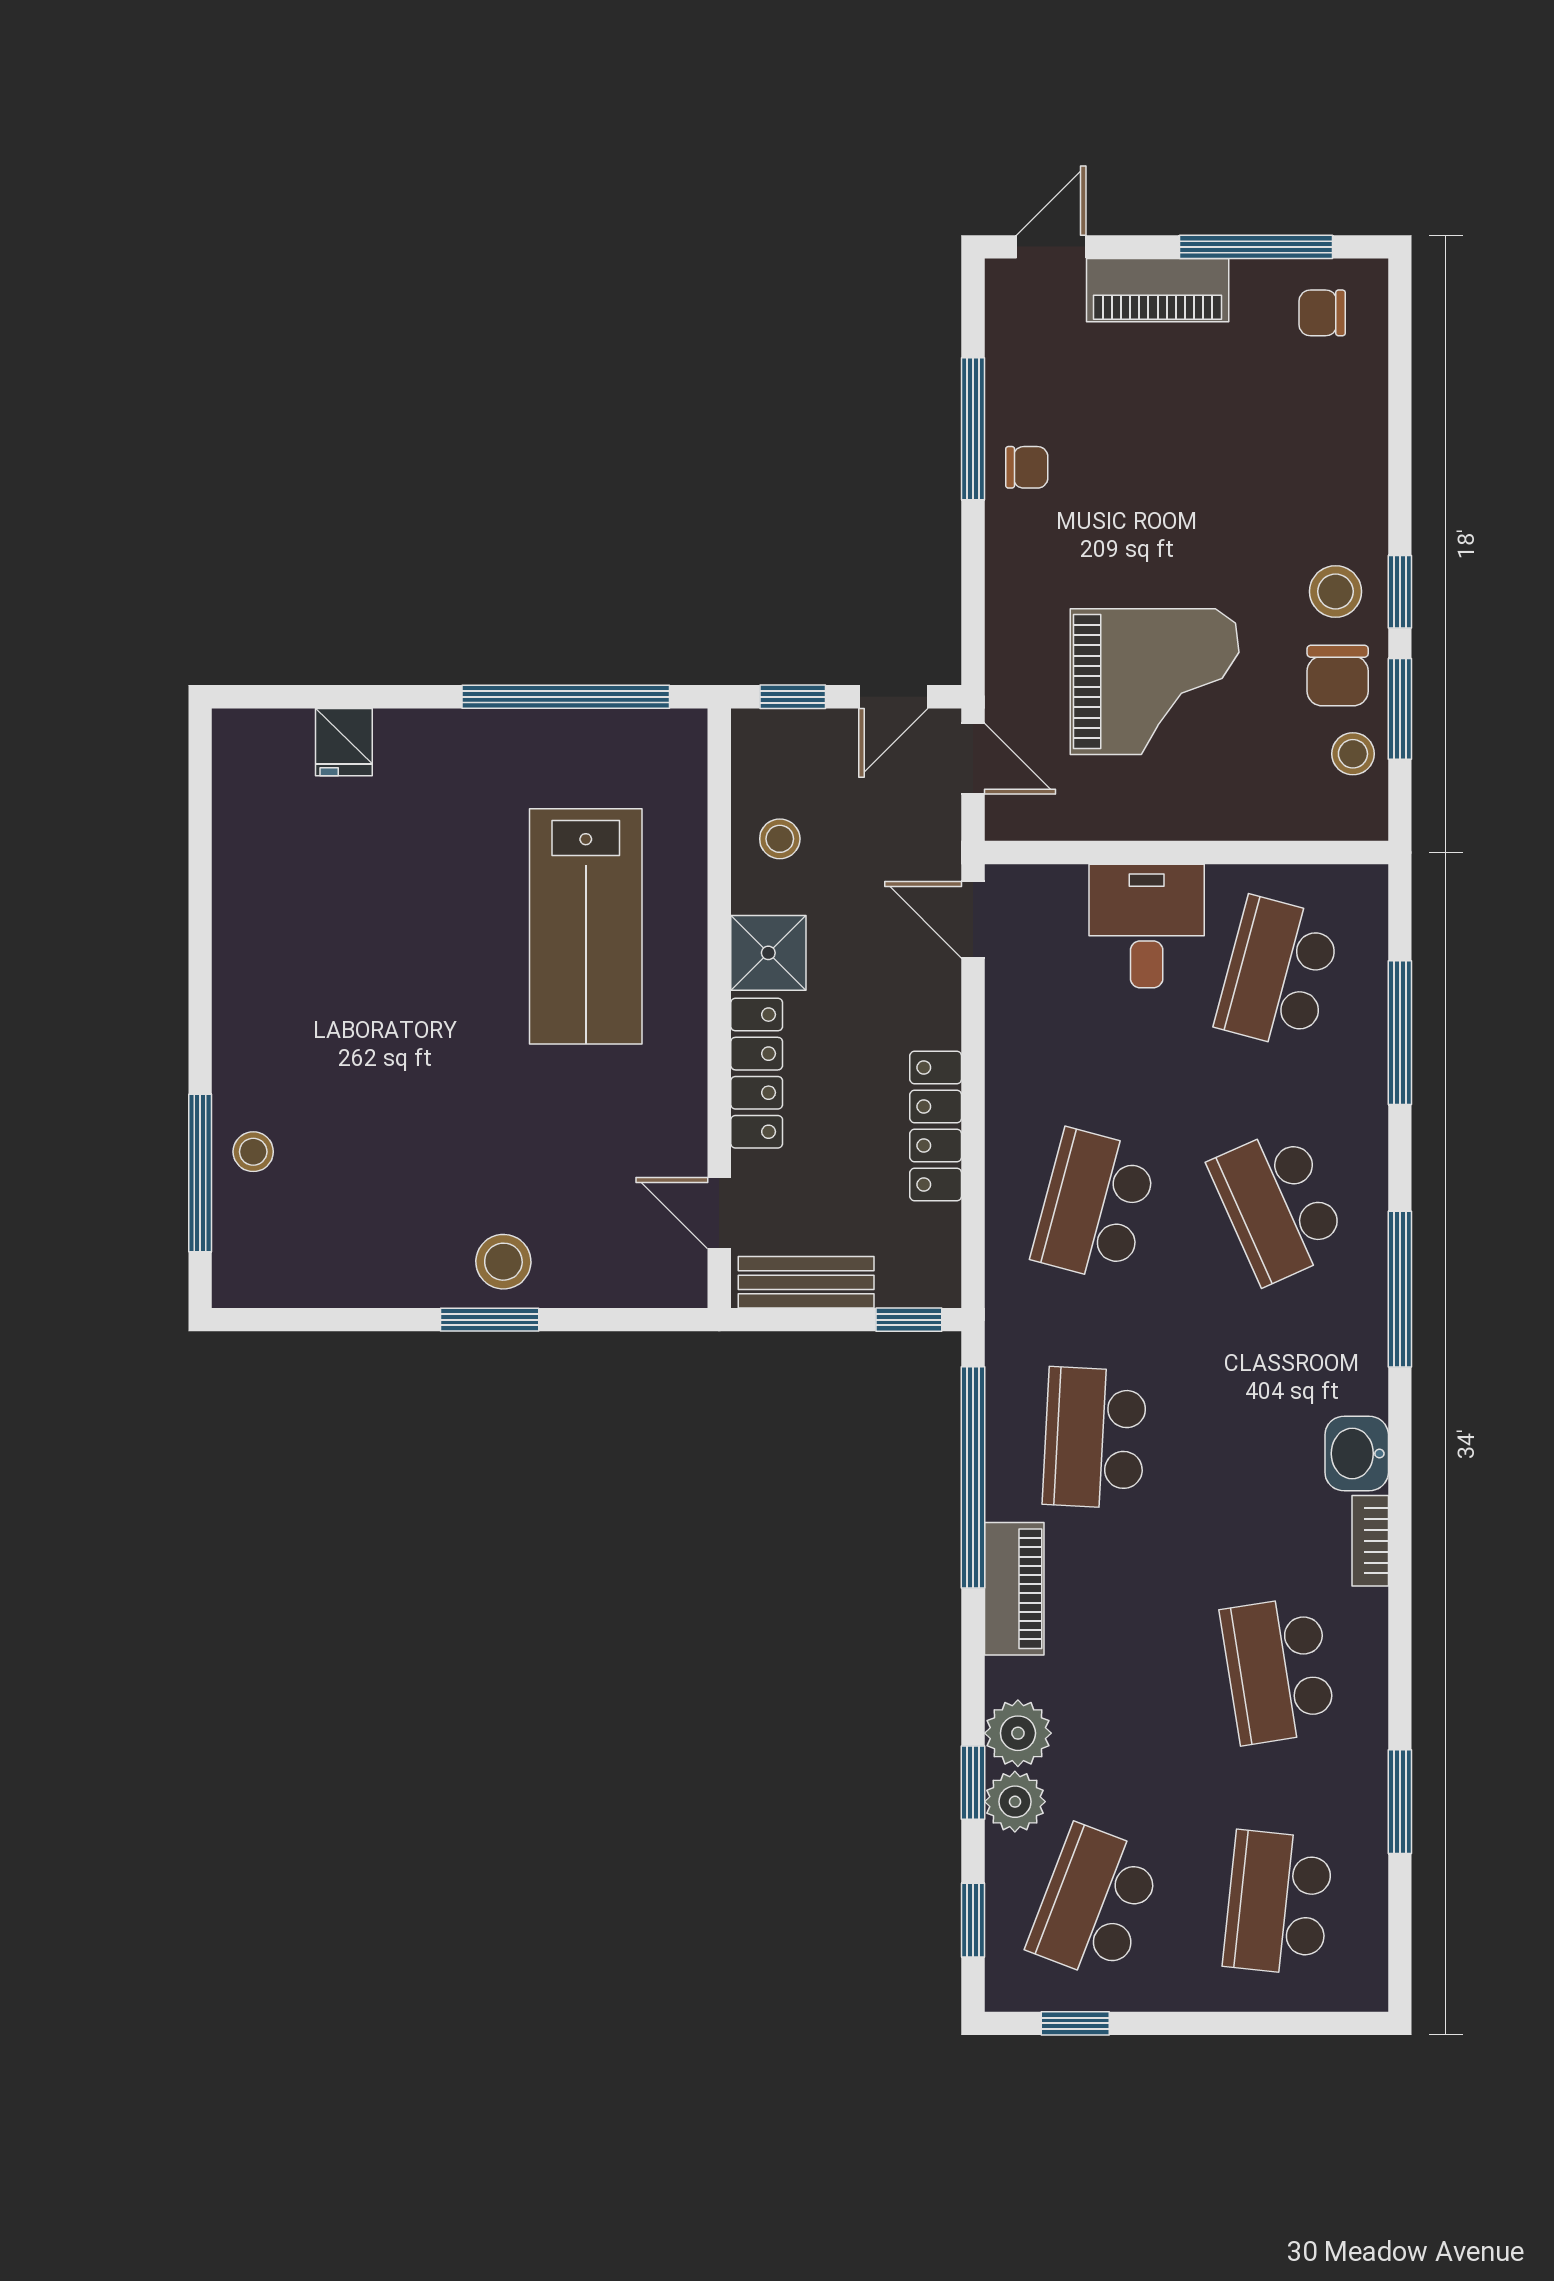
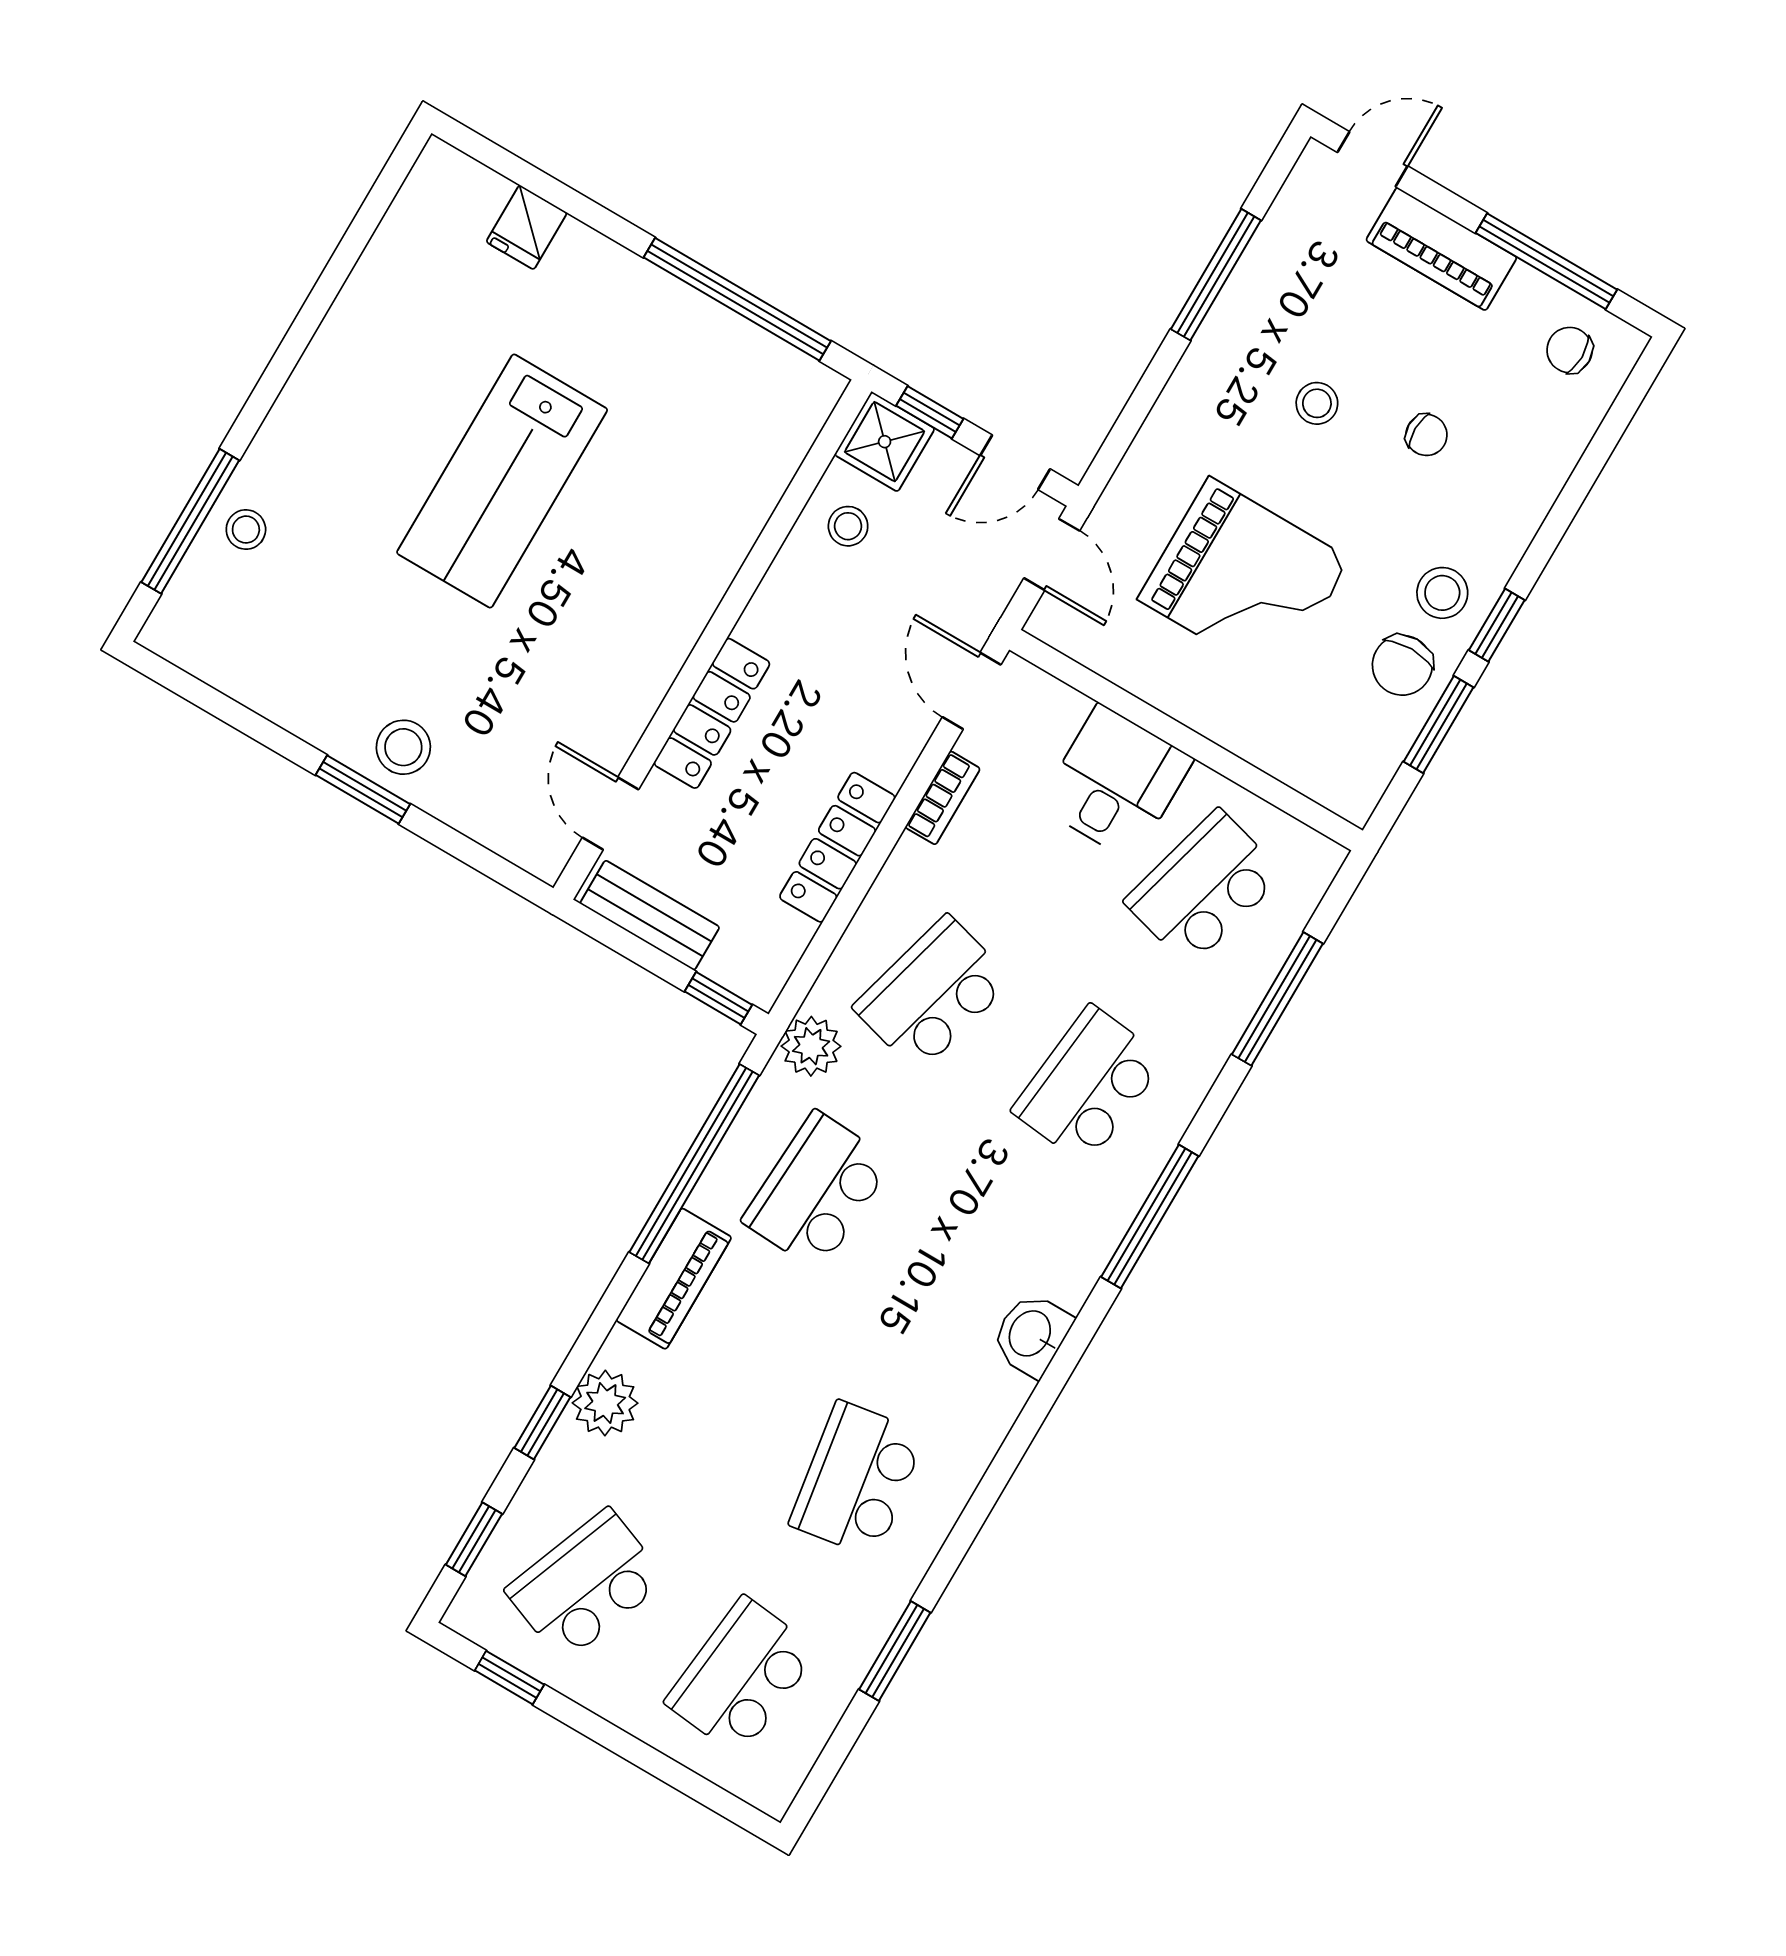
chair: (1027, 467) -> (1426, 435), moved
stool: (1353, 754) -> (1317, 403), moved
lab bench: (586, 926) -> (502, 481), moved
shower: (768, 953) -> (885, 442), moved
school desk: (1278, 1205) -> (1088, 1085), turned 30
bookcase: (1370, 1541) -> (943, 798), moved, turned 180
plant: (1015, 1802) -> (811, 1046), moved

